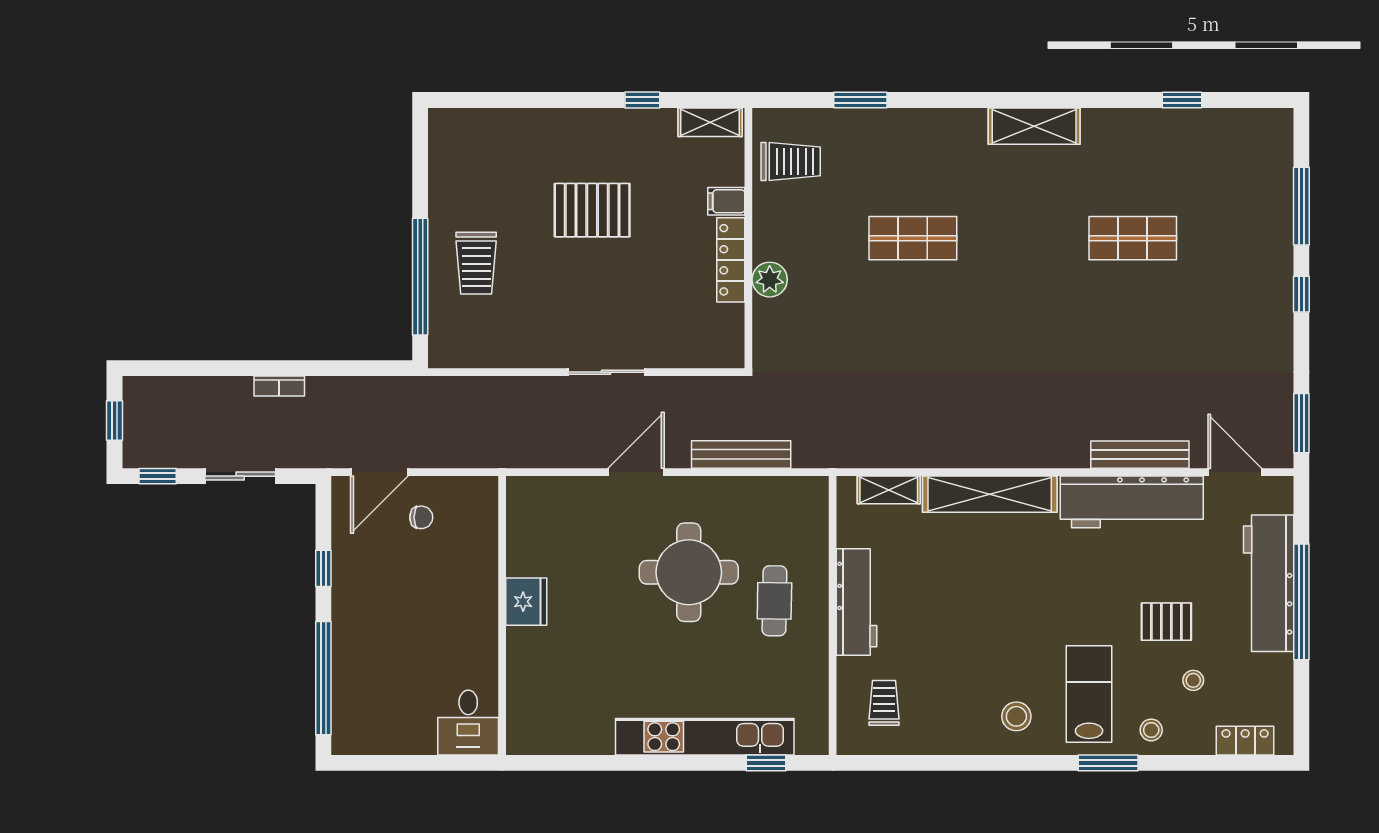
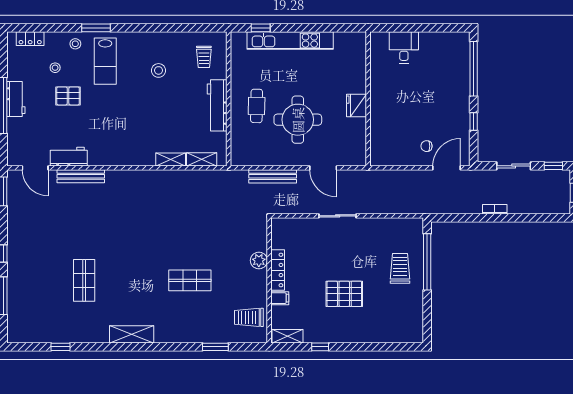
shop shelf: (1133, 238) -> (84, 280), turned 90
door: (636, 472) -> (323, 168), hinge flipped
shelving: (990, 494) -> (171, 159), width x0.45, depth x0.75
workbench: (1132, 502) -> (69, 157), width x0.53, depth x0.76
workbench: (1269, 583) -> (16, 99), width x0.53, depth x0.76
fridge: (526, 602) -> (356, 106), moved
wall: (502, 615) -> (368, 99), moved
stool: (1016, 716) -> (159, 70), moved

